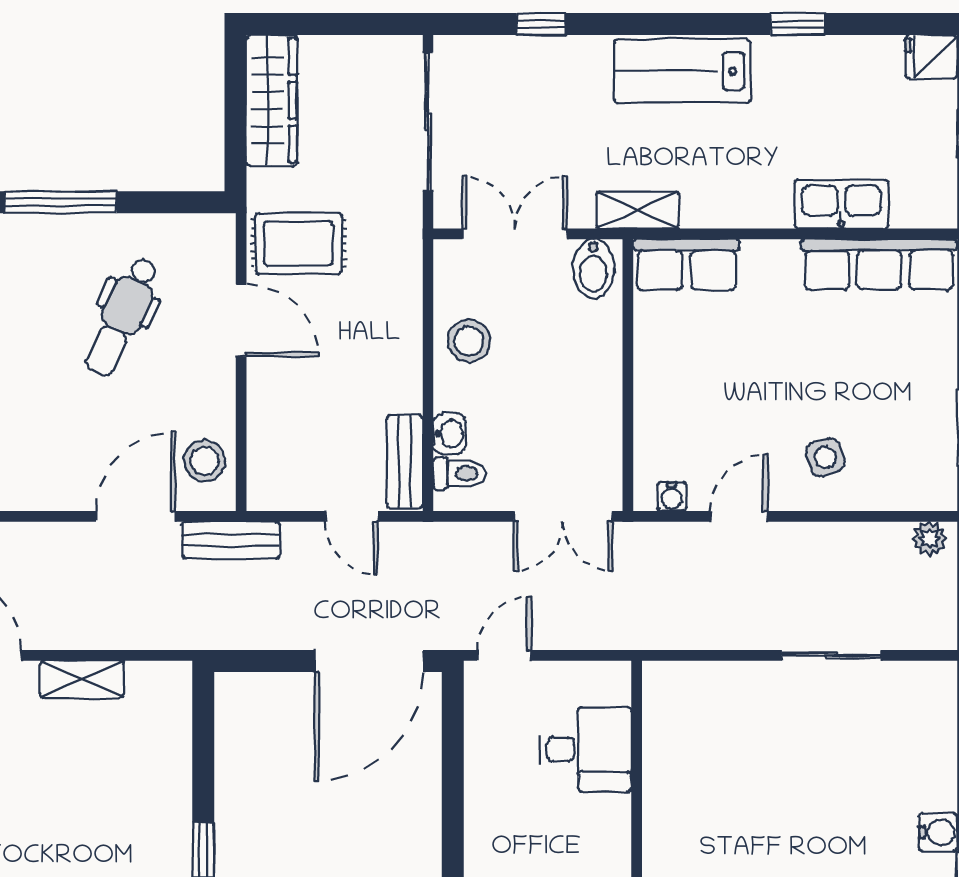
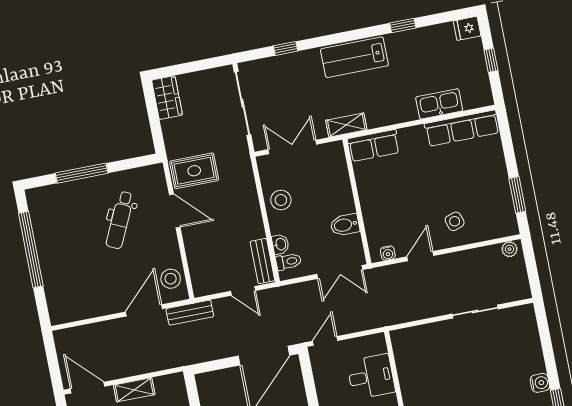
wardrobe: (272, 100) -> (167, 98), width x0.67
bidet: (593, 269) -> (345, 225), moved, turned 90

